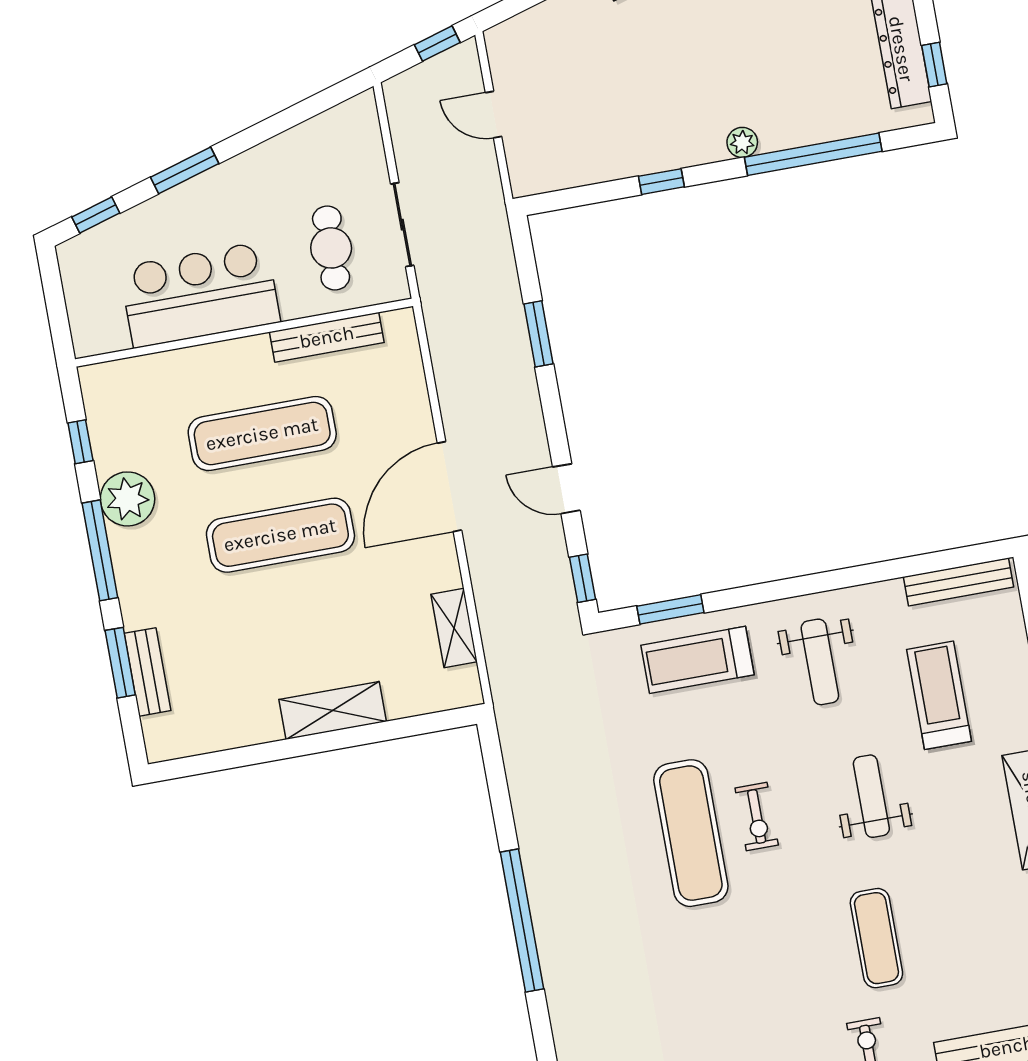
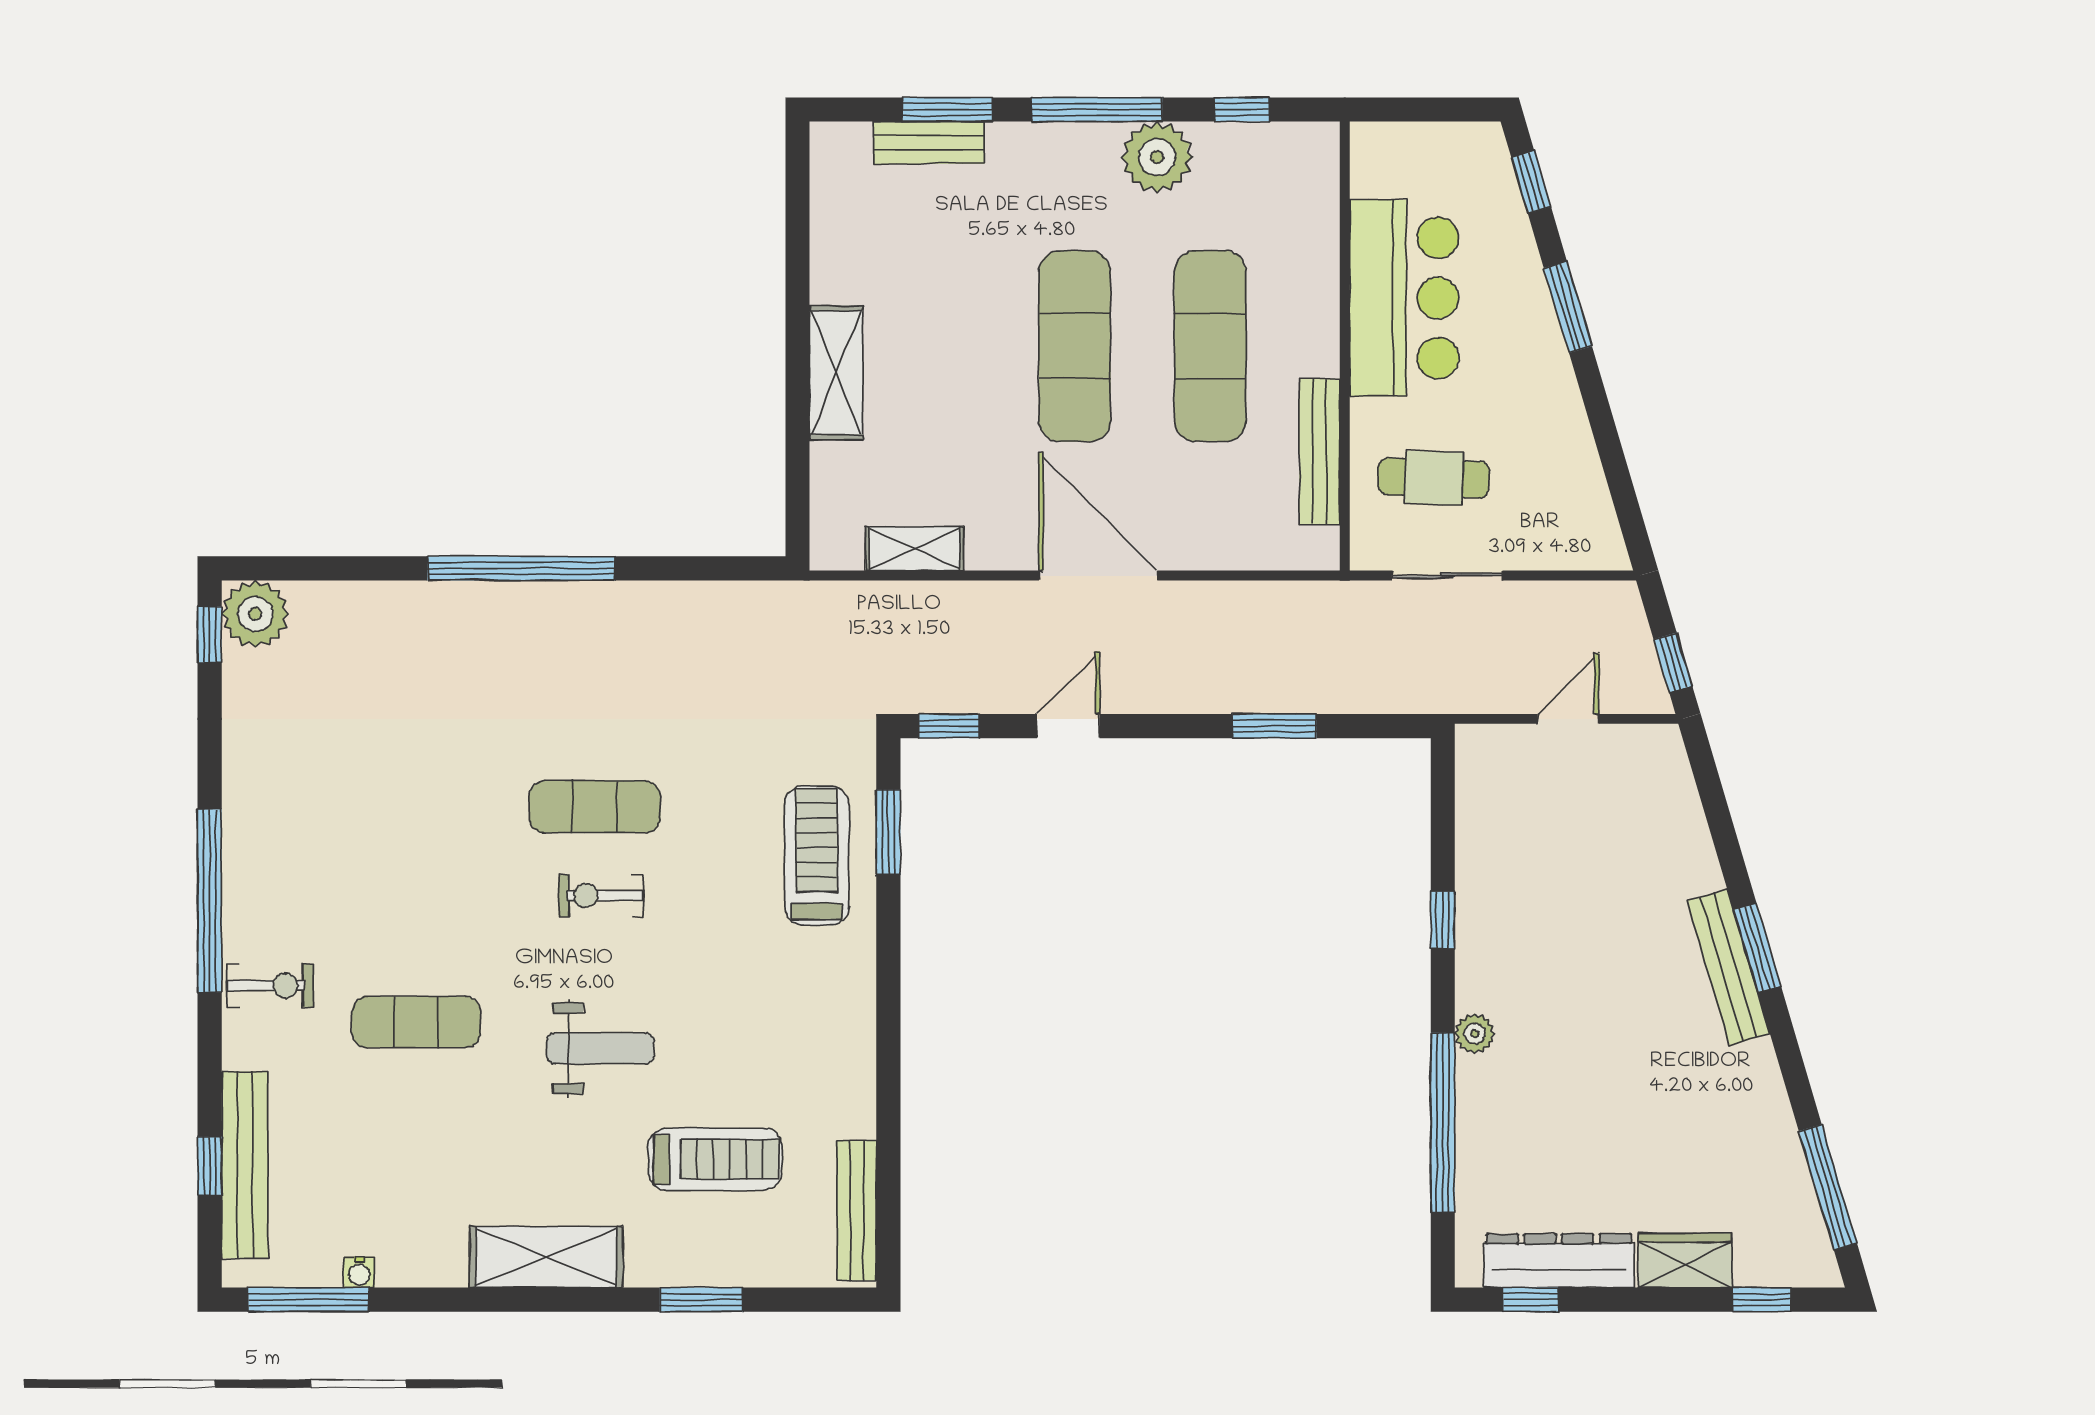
weight bench: (820, 662) -> (786, 1013), removed
exercise mat: (691, 833) -> (595, 807), width x0.73, depth x0.69

